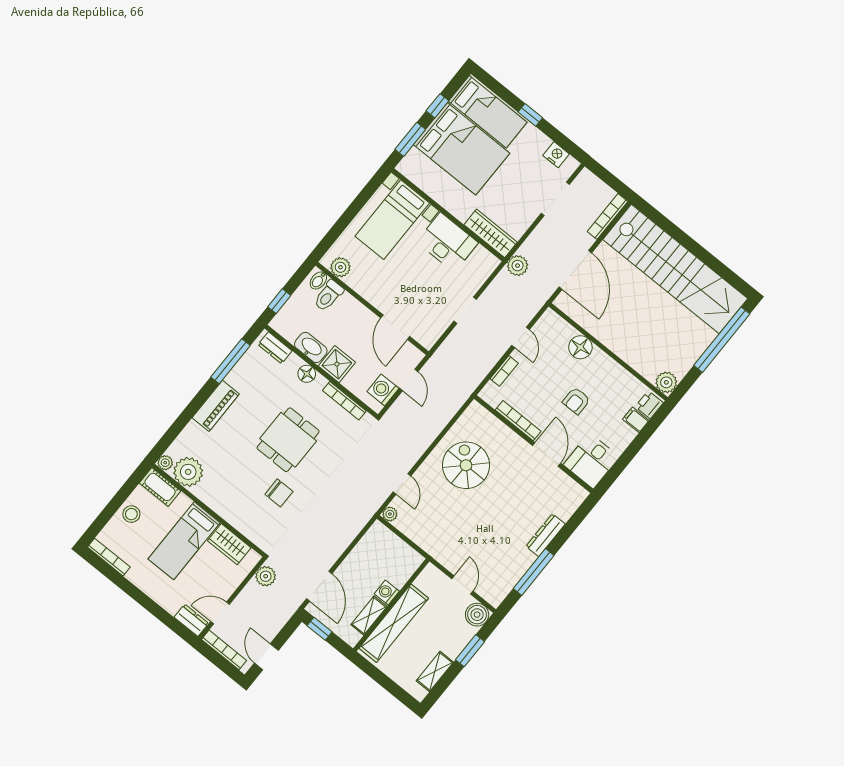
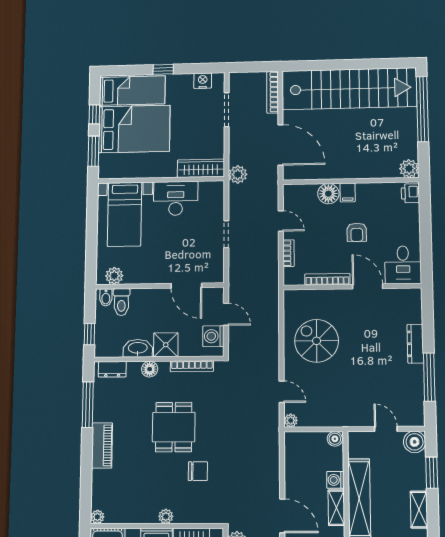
filing cabinet: (636, 420) -> (348, 192), moved, turned -90
plant: (188, 472) -> (166, 516), moved, width x0.53, depth x0.53
boiler: (414, 559) -> (335, 439), added

